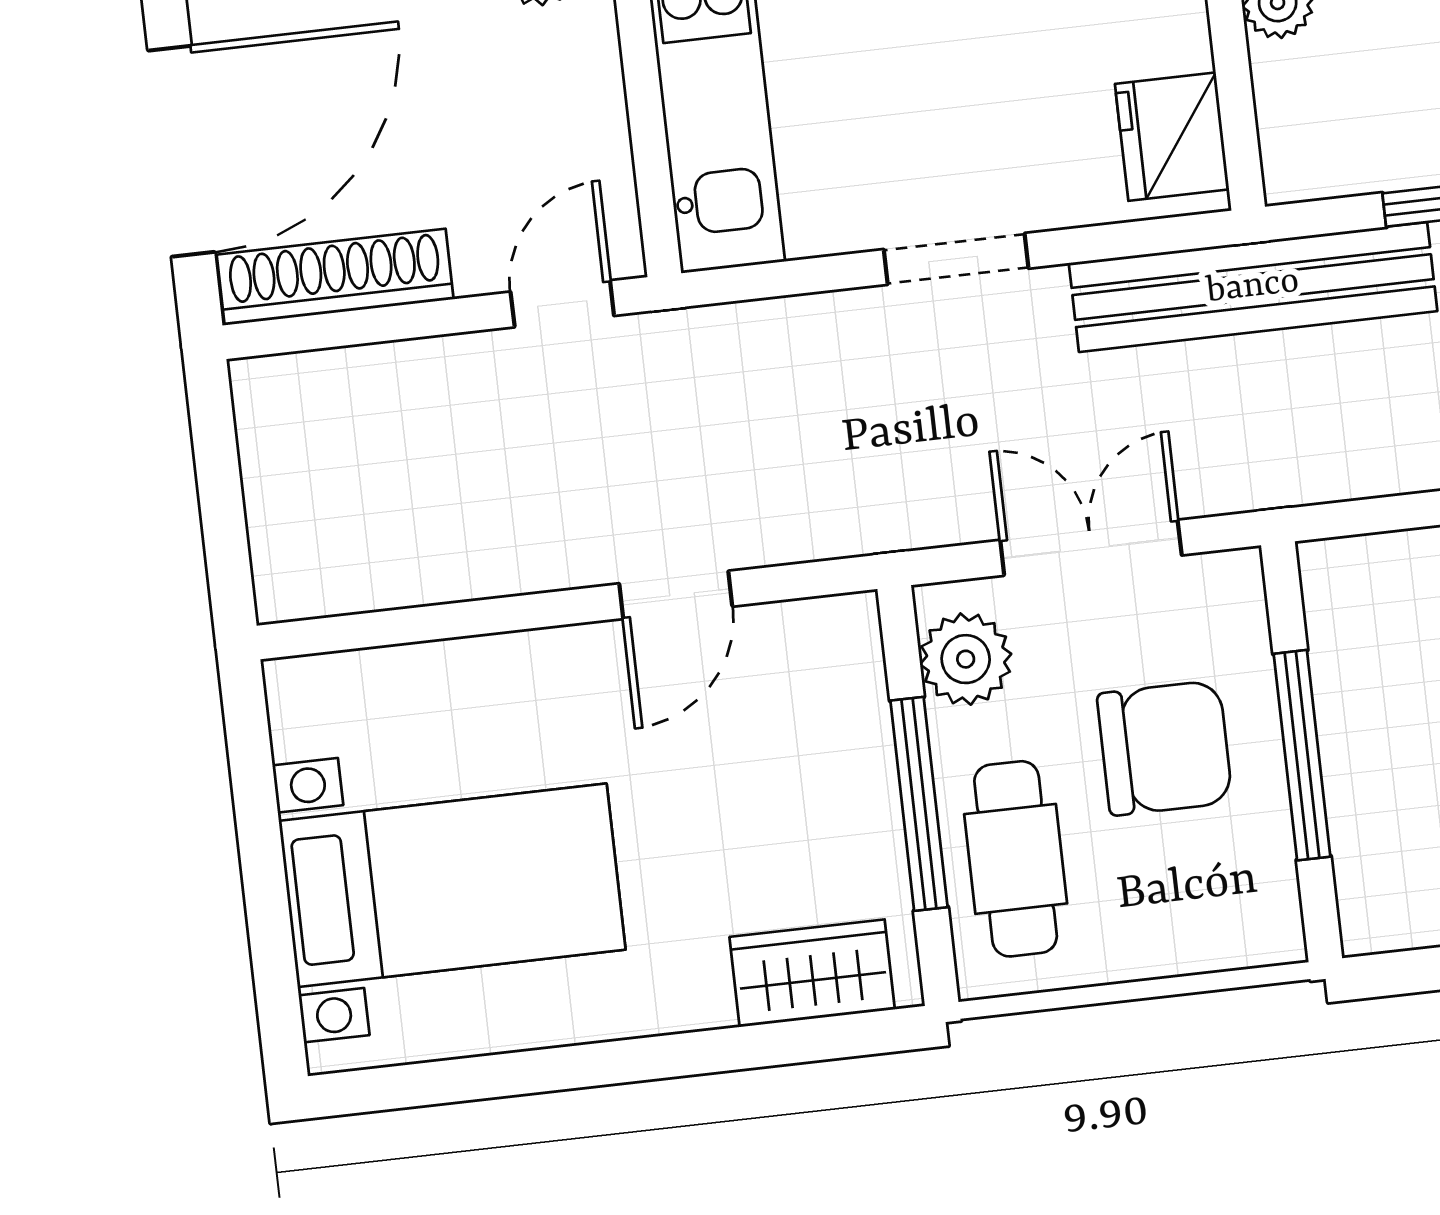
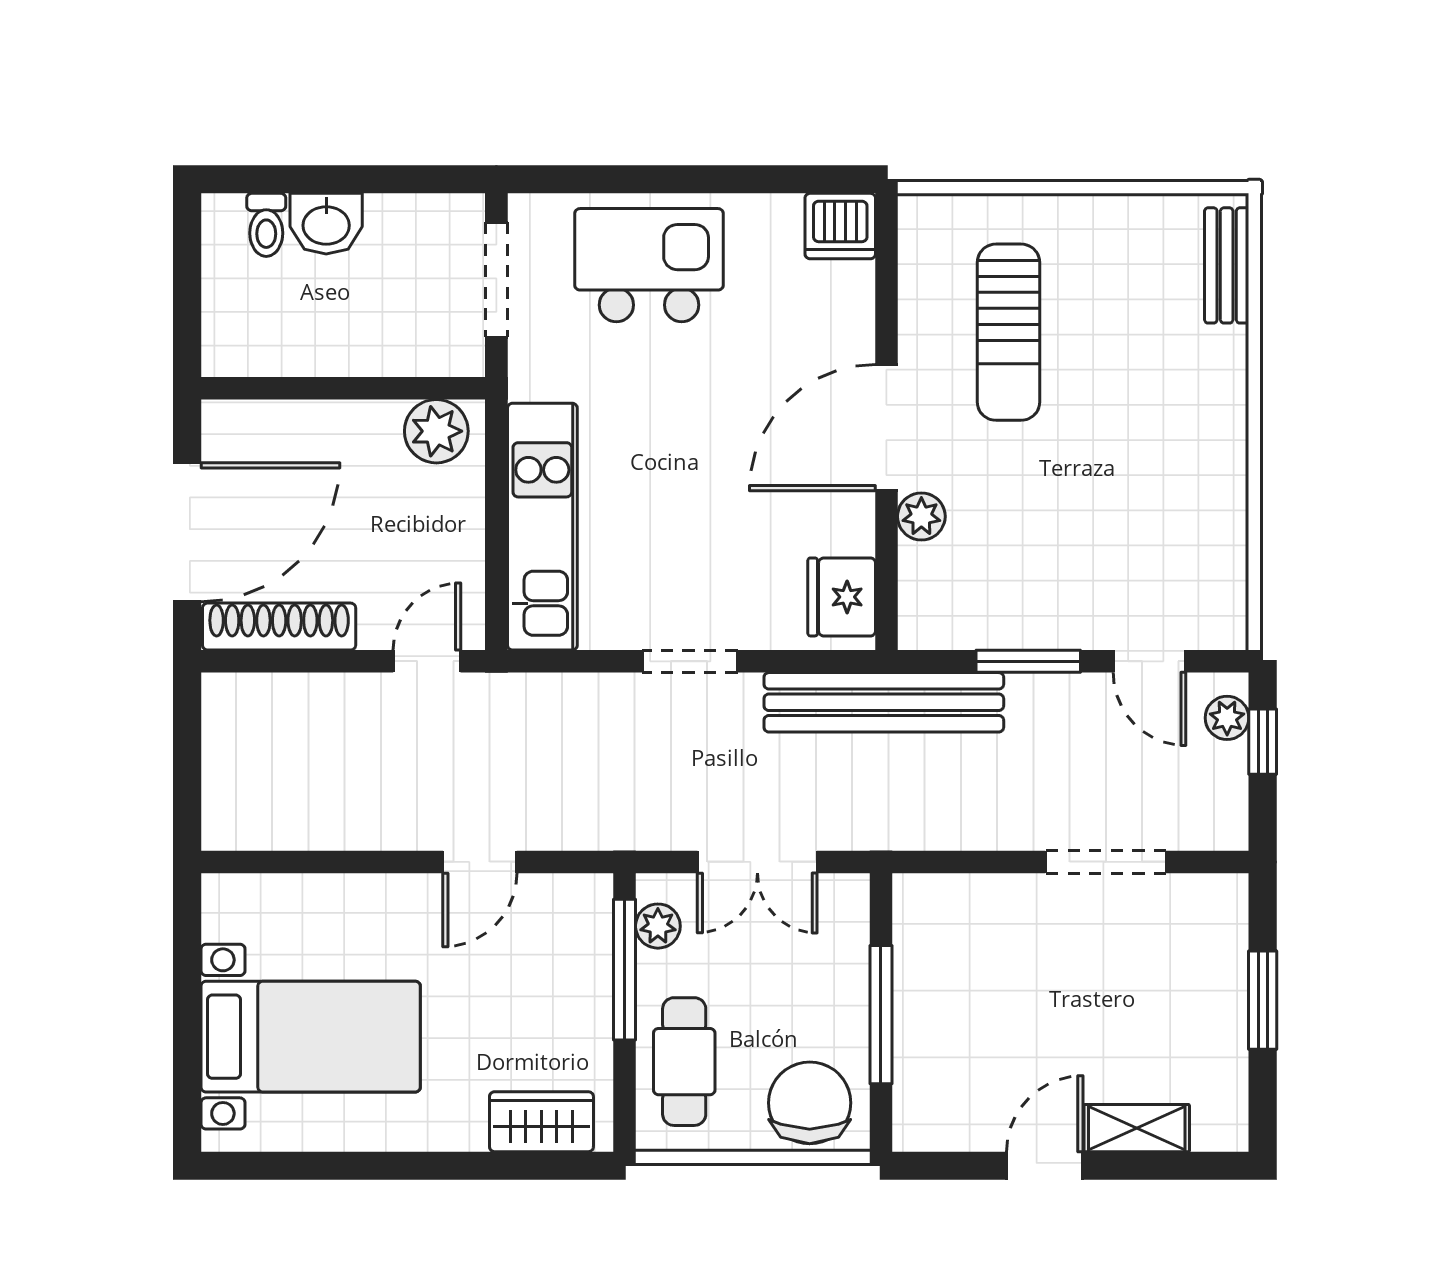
double door: (1091, 548) -> (757, 862), swing flipped
plant: (966, 659) -> (658, 926), width x0.73, depth x0.73
chair: (1165, 748) -> (810, 1103), moved, turned -90
window: (919, 804) -> (625, 970), moved

